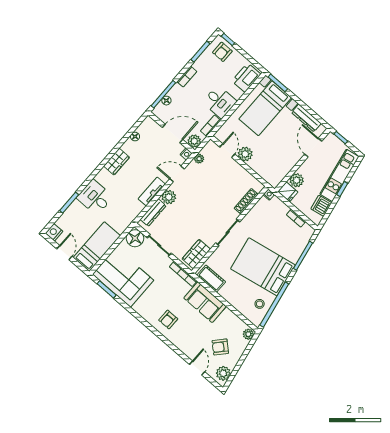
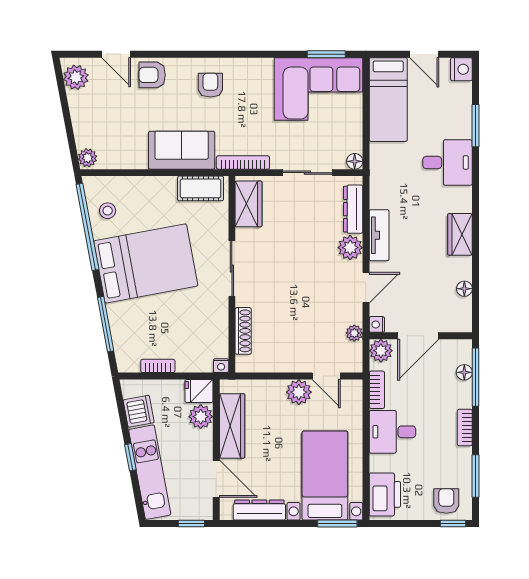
wardrobe: (287, 164) -> (232, 426), added
floor lamp: (135, 238) -> (355, 161), width x0.53, depth x0.53
armchair: (220, 347) -> (152, 75), moved, turned -132

